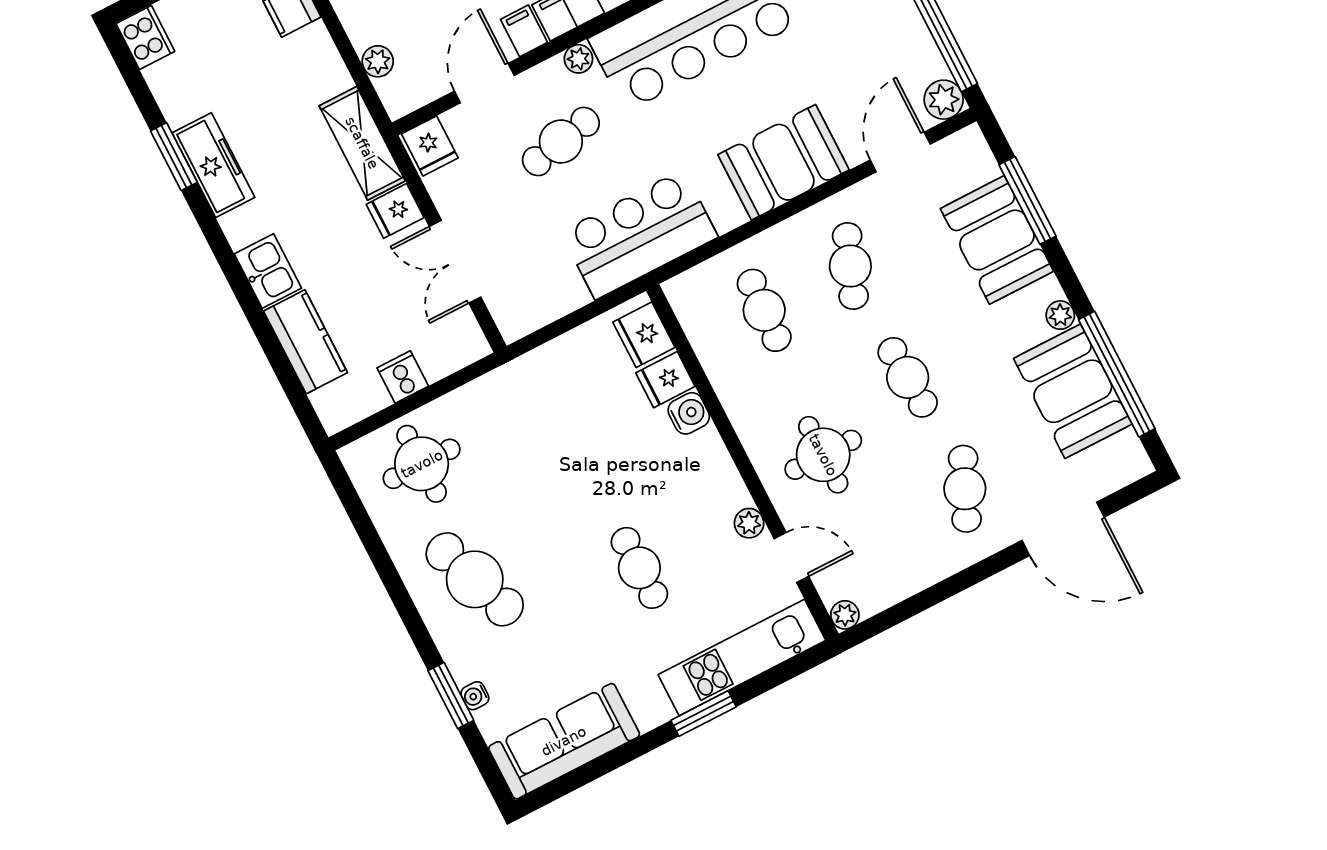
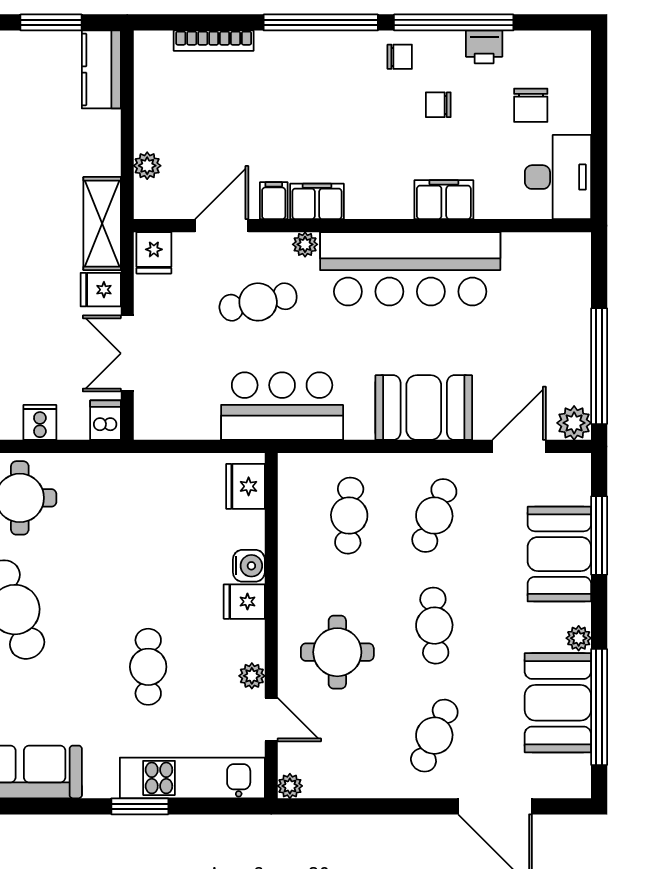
dishwasher: (468, 341) -> (105, 420), added
fridge: (665, 380) -> (244, 602), moved

